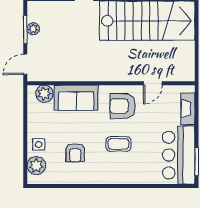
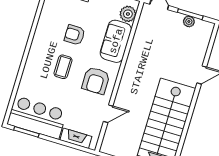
door: (153, 83) -> (108, 114), swing flipped
armchair: (123, 106) -> (96, 81), turned 180
armchair: (75, 153) -> (75, 35), moved

